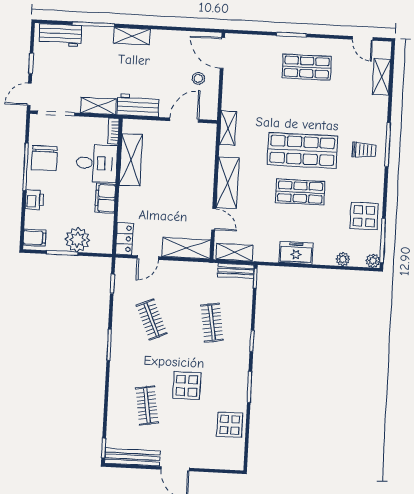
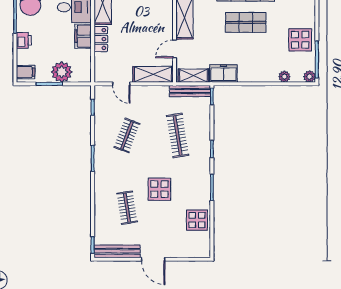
door: (214, 219) -> (175, 49), swing flipped
locker: (124, 239) -> (101, 39), moved
freezer: (296, 253) -> (223, 73), moved
door: (148, 258) -> (121, 84), hinge flipped
bench: (236, 271) -> (190, 91), width x1.36
clothes rail: (151, 319) -> (127, 135), turned 45
clothes rail: (212, 323) -> (178, 135), width x1.36

